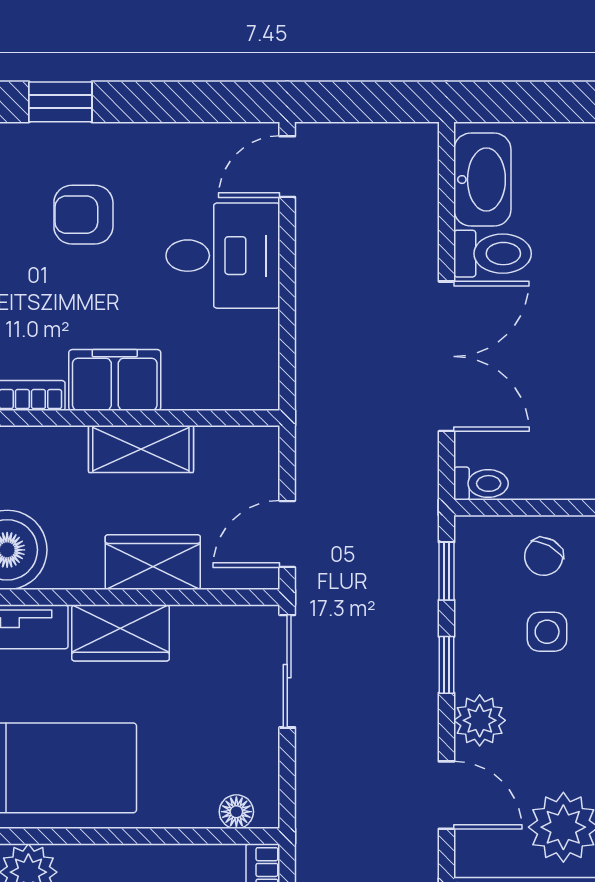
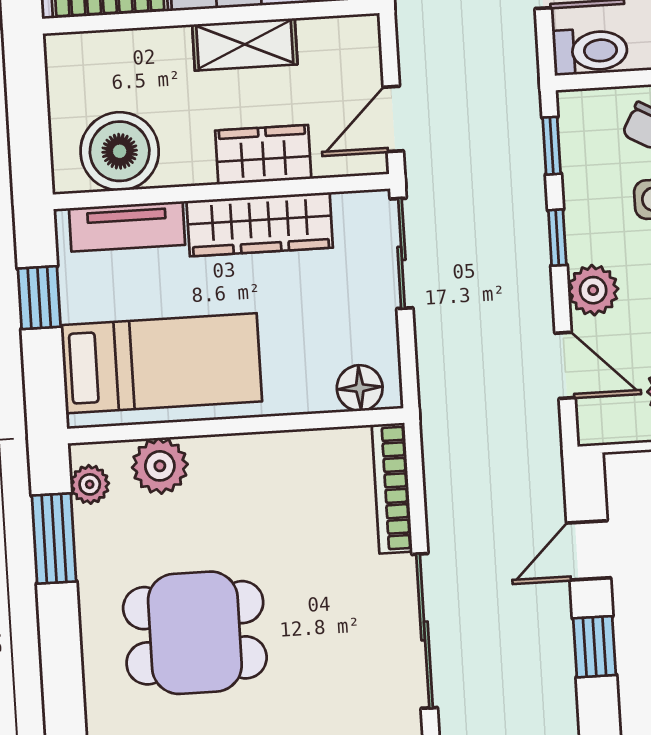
toilet: (481, 483) -> (590, 51), width x1.37, depth x1.39
wardrobe: (121, 633) -> (260, 224), width x1.50
floor lamp: (236, 812) -> (360, 388), width x1.37, depth x1.37

